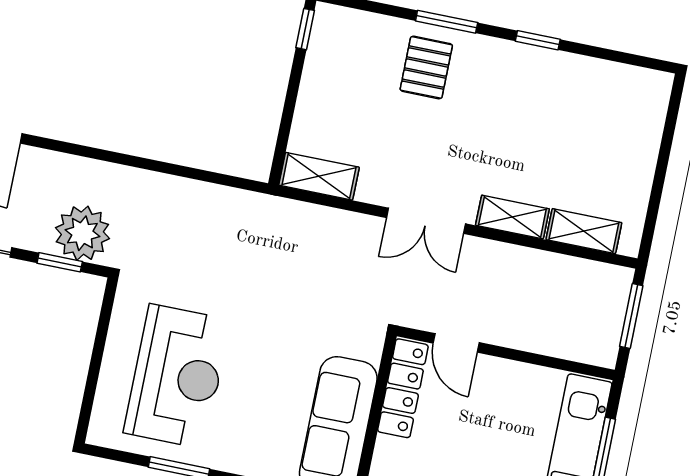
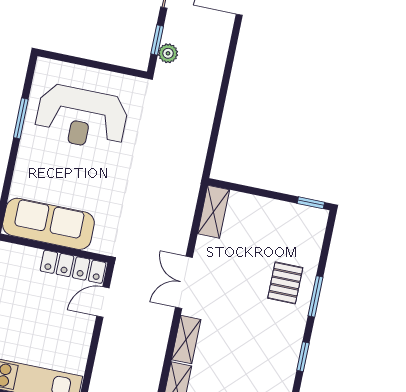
pallet: (426, 67) -> (285, 283), turned 90
plant: (82, 233) -> (168, 53), width x0.53, depth x0.53

